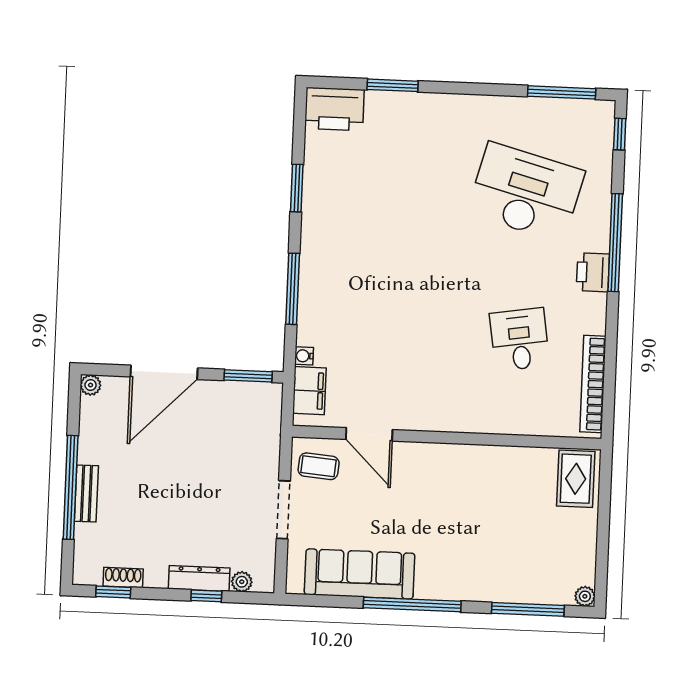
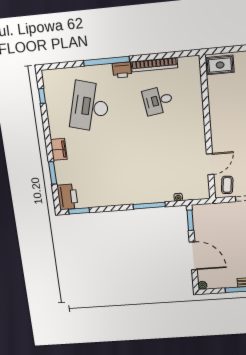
window: (562, 92) -> (42, 96), width x0.46
window: (620, 134) -> (56, 66), removed
window: (297, 188) -> (79, 211), moved
bookcase: (593, 384) -> (154, 65), moved
filing cabinet: (309, 391) -> (59, 149), moved, turned 90

